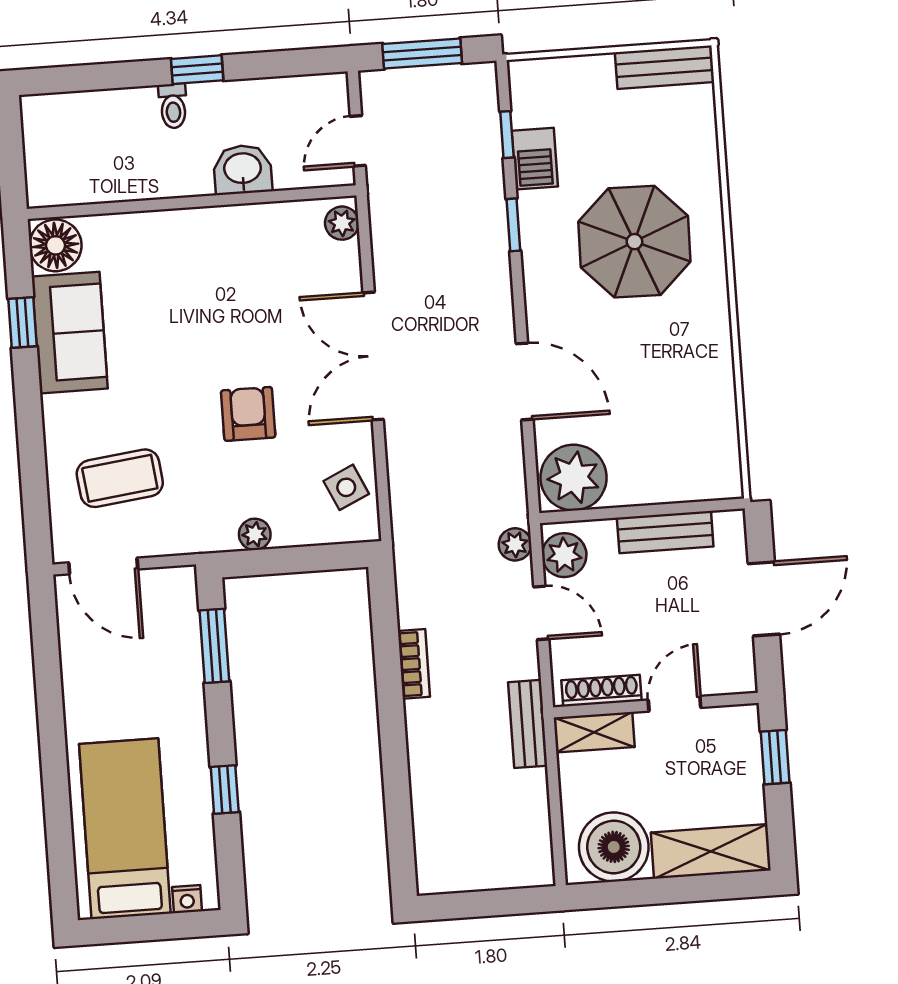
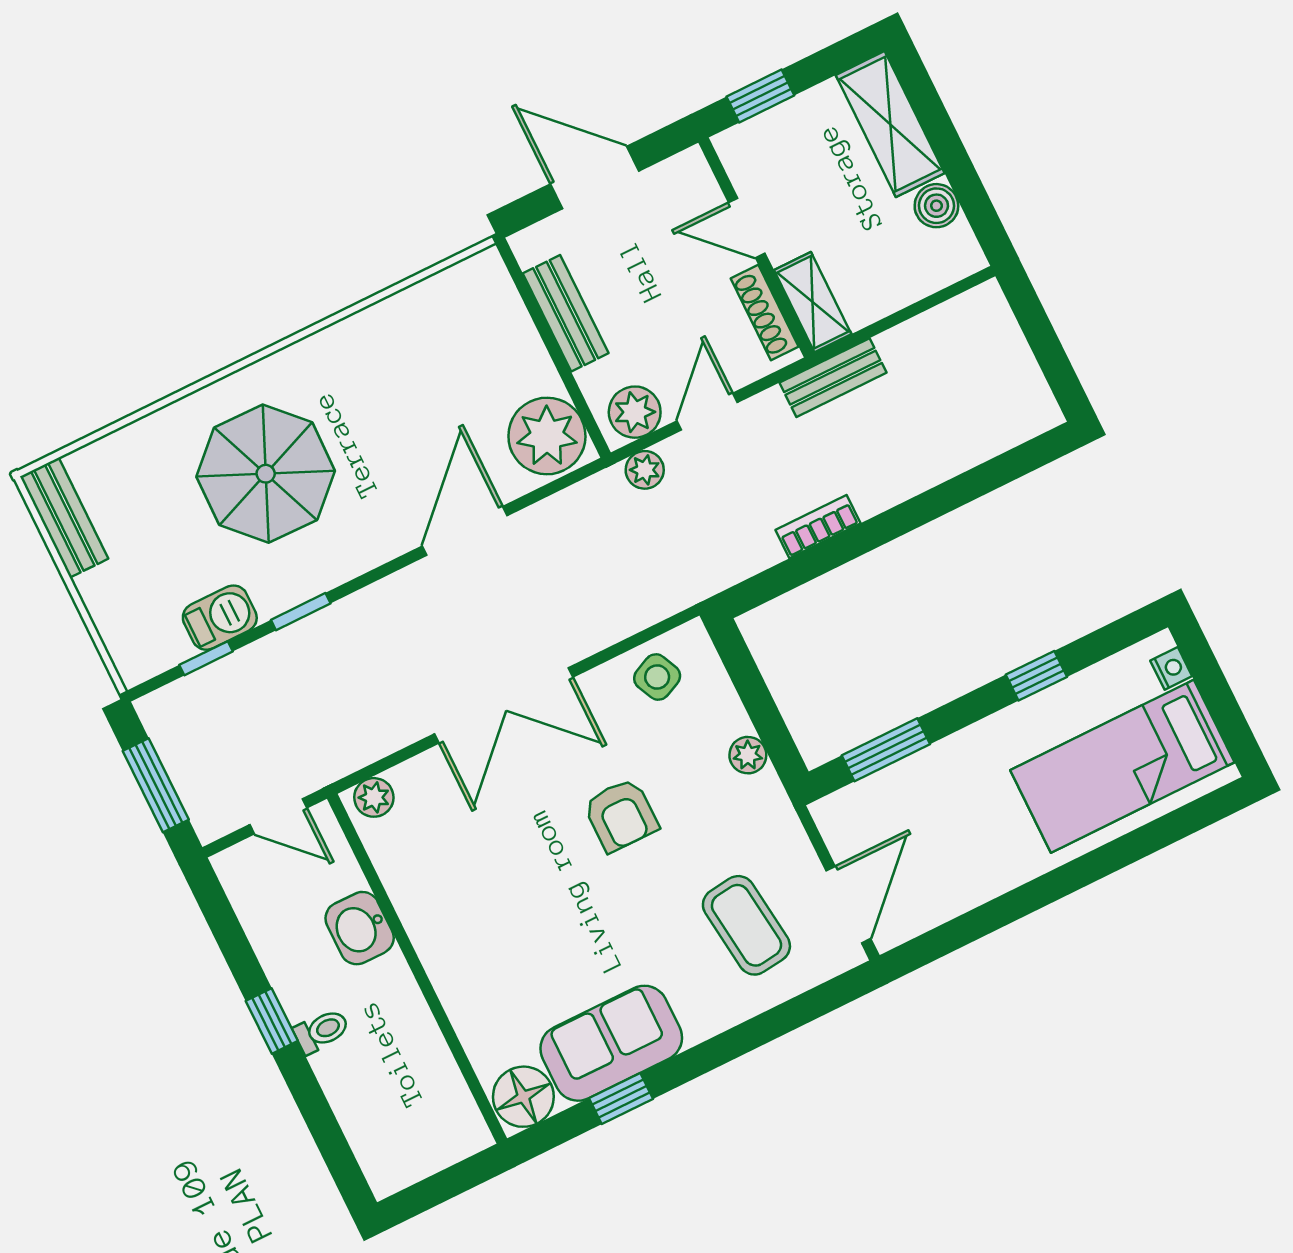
armchair: (248, 414) -> (621, 815), turned -90
boiler: (614, 847) -> (936, 206), width x0.54, depth x0.54

